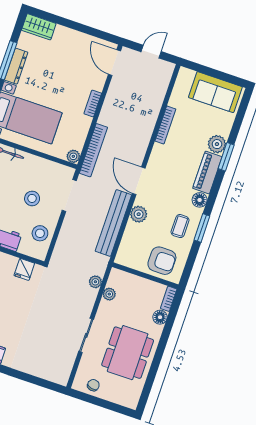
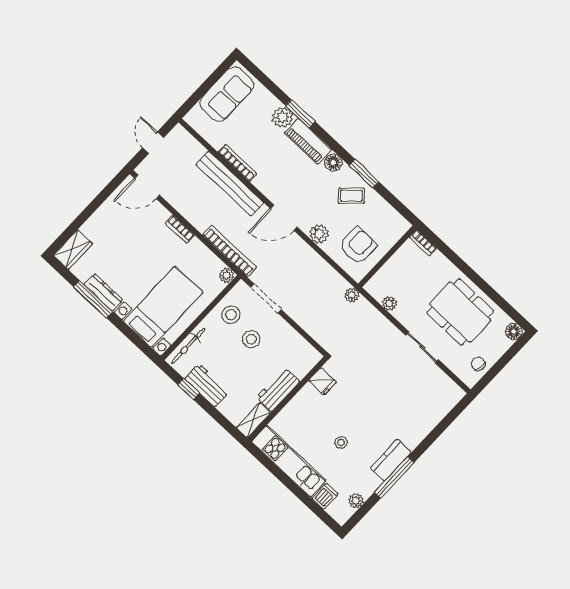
bench: (113, 223) -> (230, 184), moved
coffee table: (180, 226) -> (351, 196), turned -43
stool: (40, 233) -> (231, 315), moved
armchair: (162, 261) -> (358, 246), moved
plant: (95, 282) -> (352, 295), moved
floor lamp: (160, 317) -> (514, 332), moved

